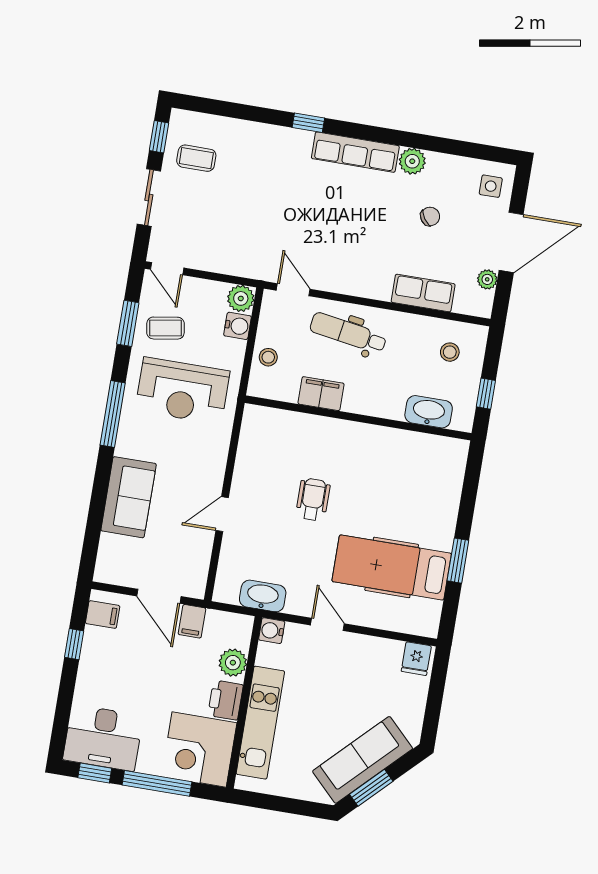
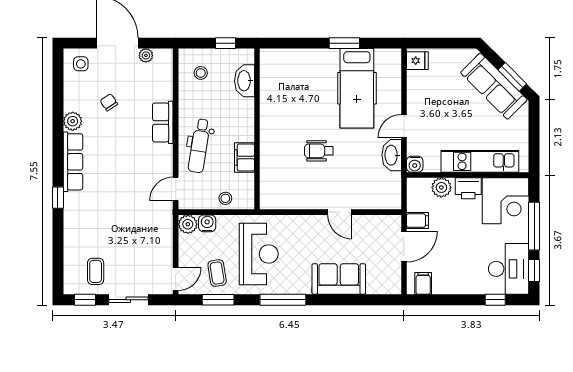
row of seats: (423, 293) -> (163, 122), moved
washbasin: (263, 596) -> (392, 155), moved
window: (74, 644) -> (495, 300), moved

